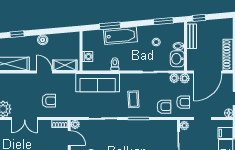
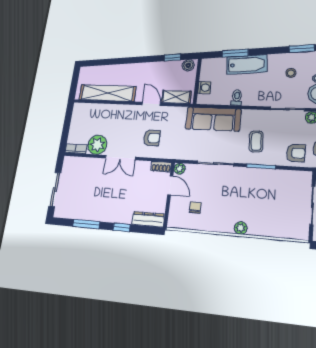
window: (17, 34) -> (172, 57), moved
boiler: (43, 40) -> (188, 65), moved

